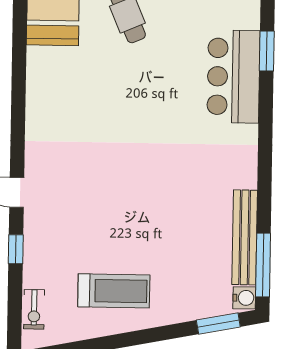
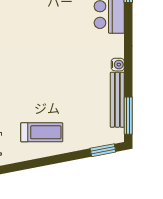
water cooler: (244, 298) -> (118, 65), moved

